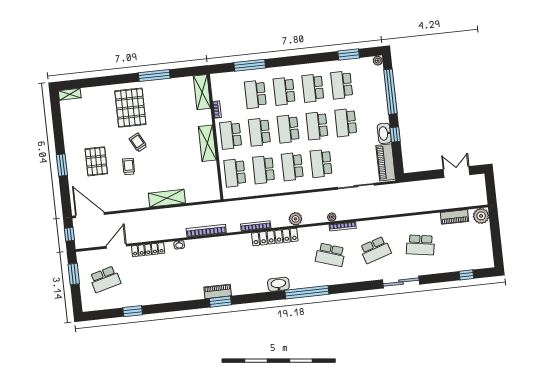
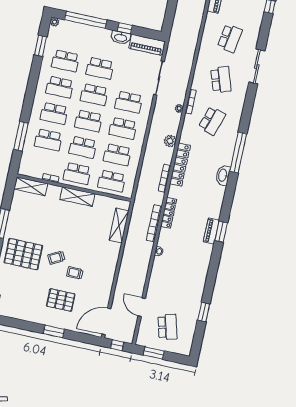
shelving: (167, 198) -> (119, 225), moved
locker: (148, 250) -> (169, 213), moved

